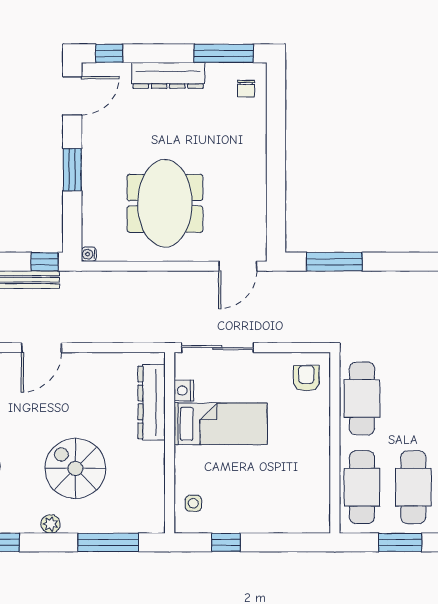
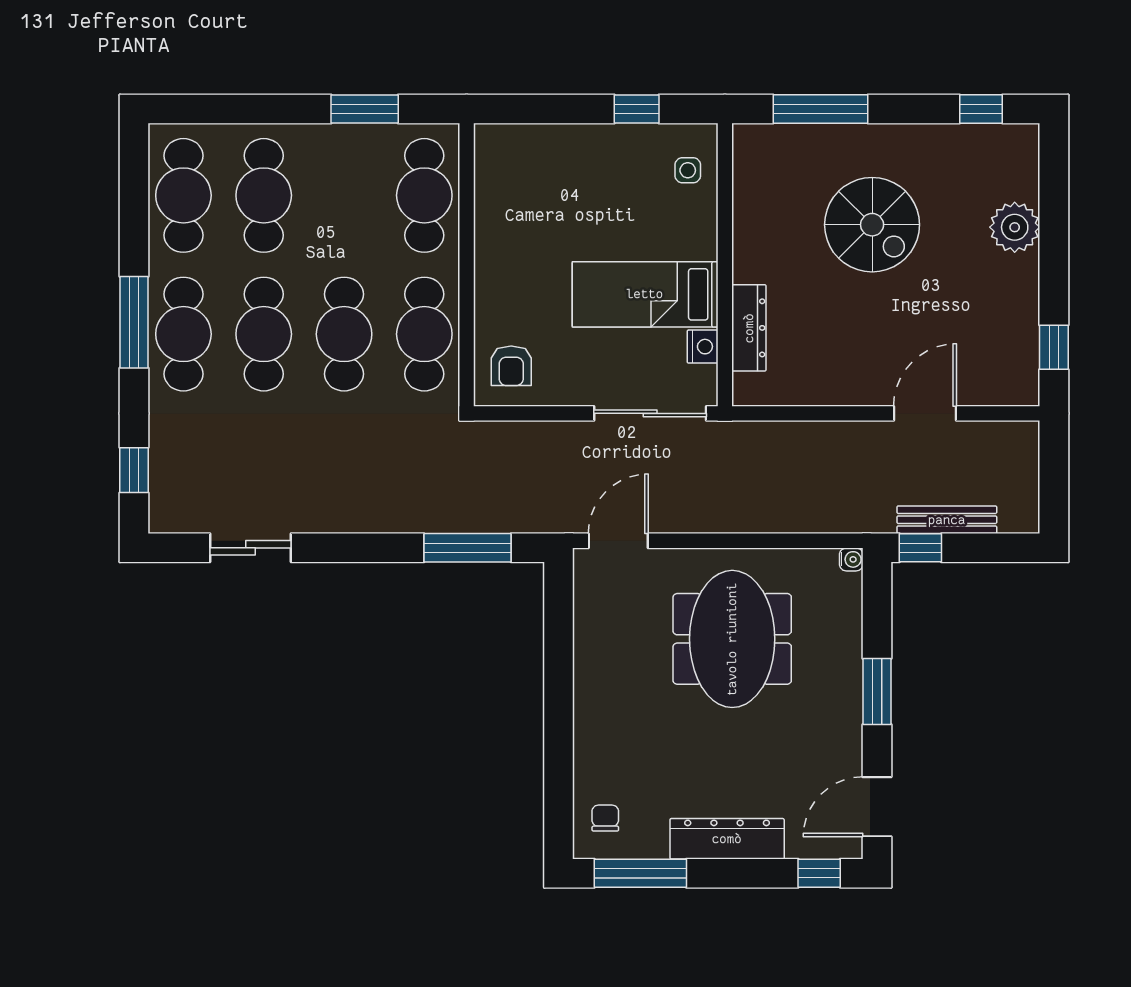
dresser: (152, 402) -> (749, 328), width x0.73, depth x0.80
cafe table: (413, 487) -> (344, 334), moved
plant: (51, 524) -> (911, 138), removed

